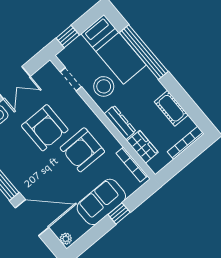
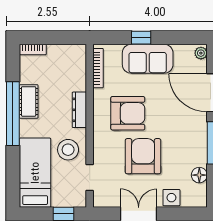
window: (144, 52) -> (13, 114), moved
cot: (171, 108) -> (29, 101), moved
bookcase: (186, 143) -> (33, 49), width x0.64
wardrobe: (142, 147) -> (78, 75), removed

